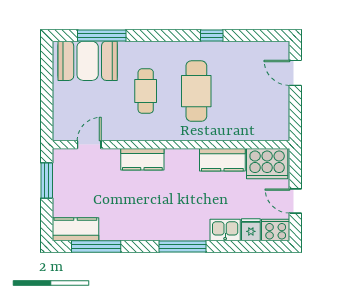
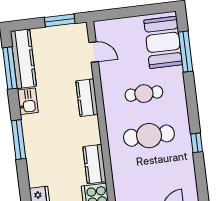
kitchen counter: (75, 229) -> (23, 59), width x1.50
kitchen sink: (225, 230) -> (28, 101), moved

